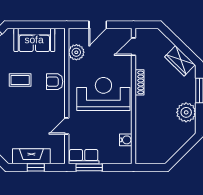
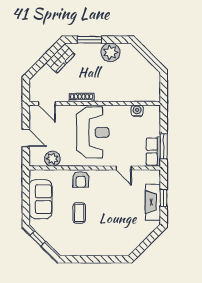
reception desk: (103, 94) -> (93, 132), turned 180

